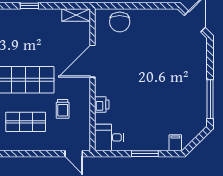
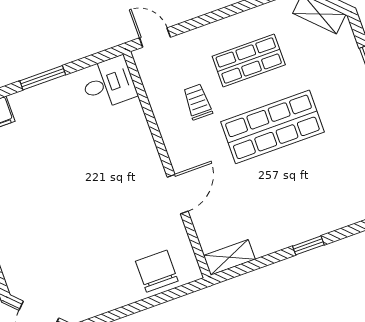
door: (93, 61) -> (178, 194), width x0.73
printer: (102, 104) -> (139, 131), removed

